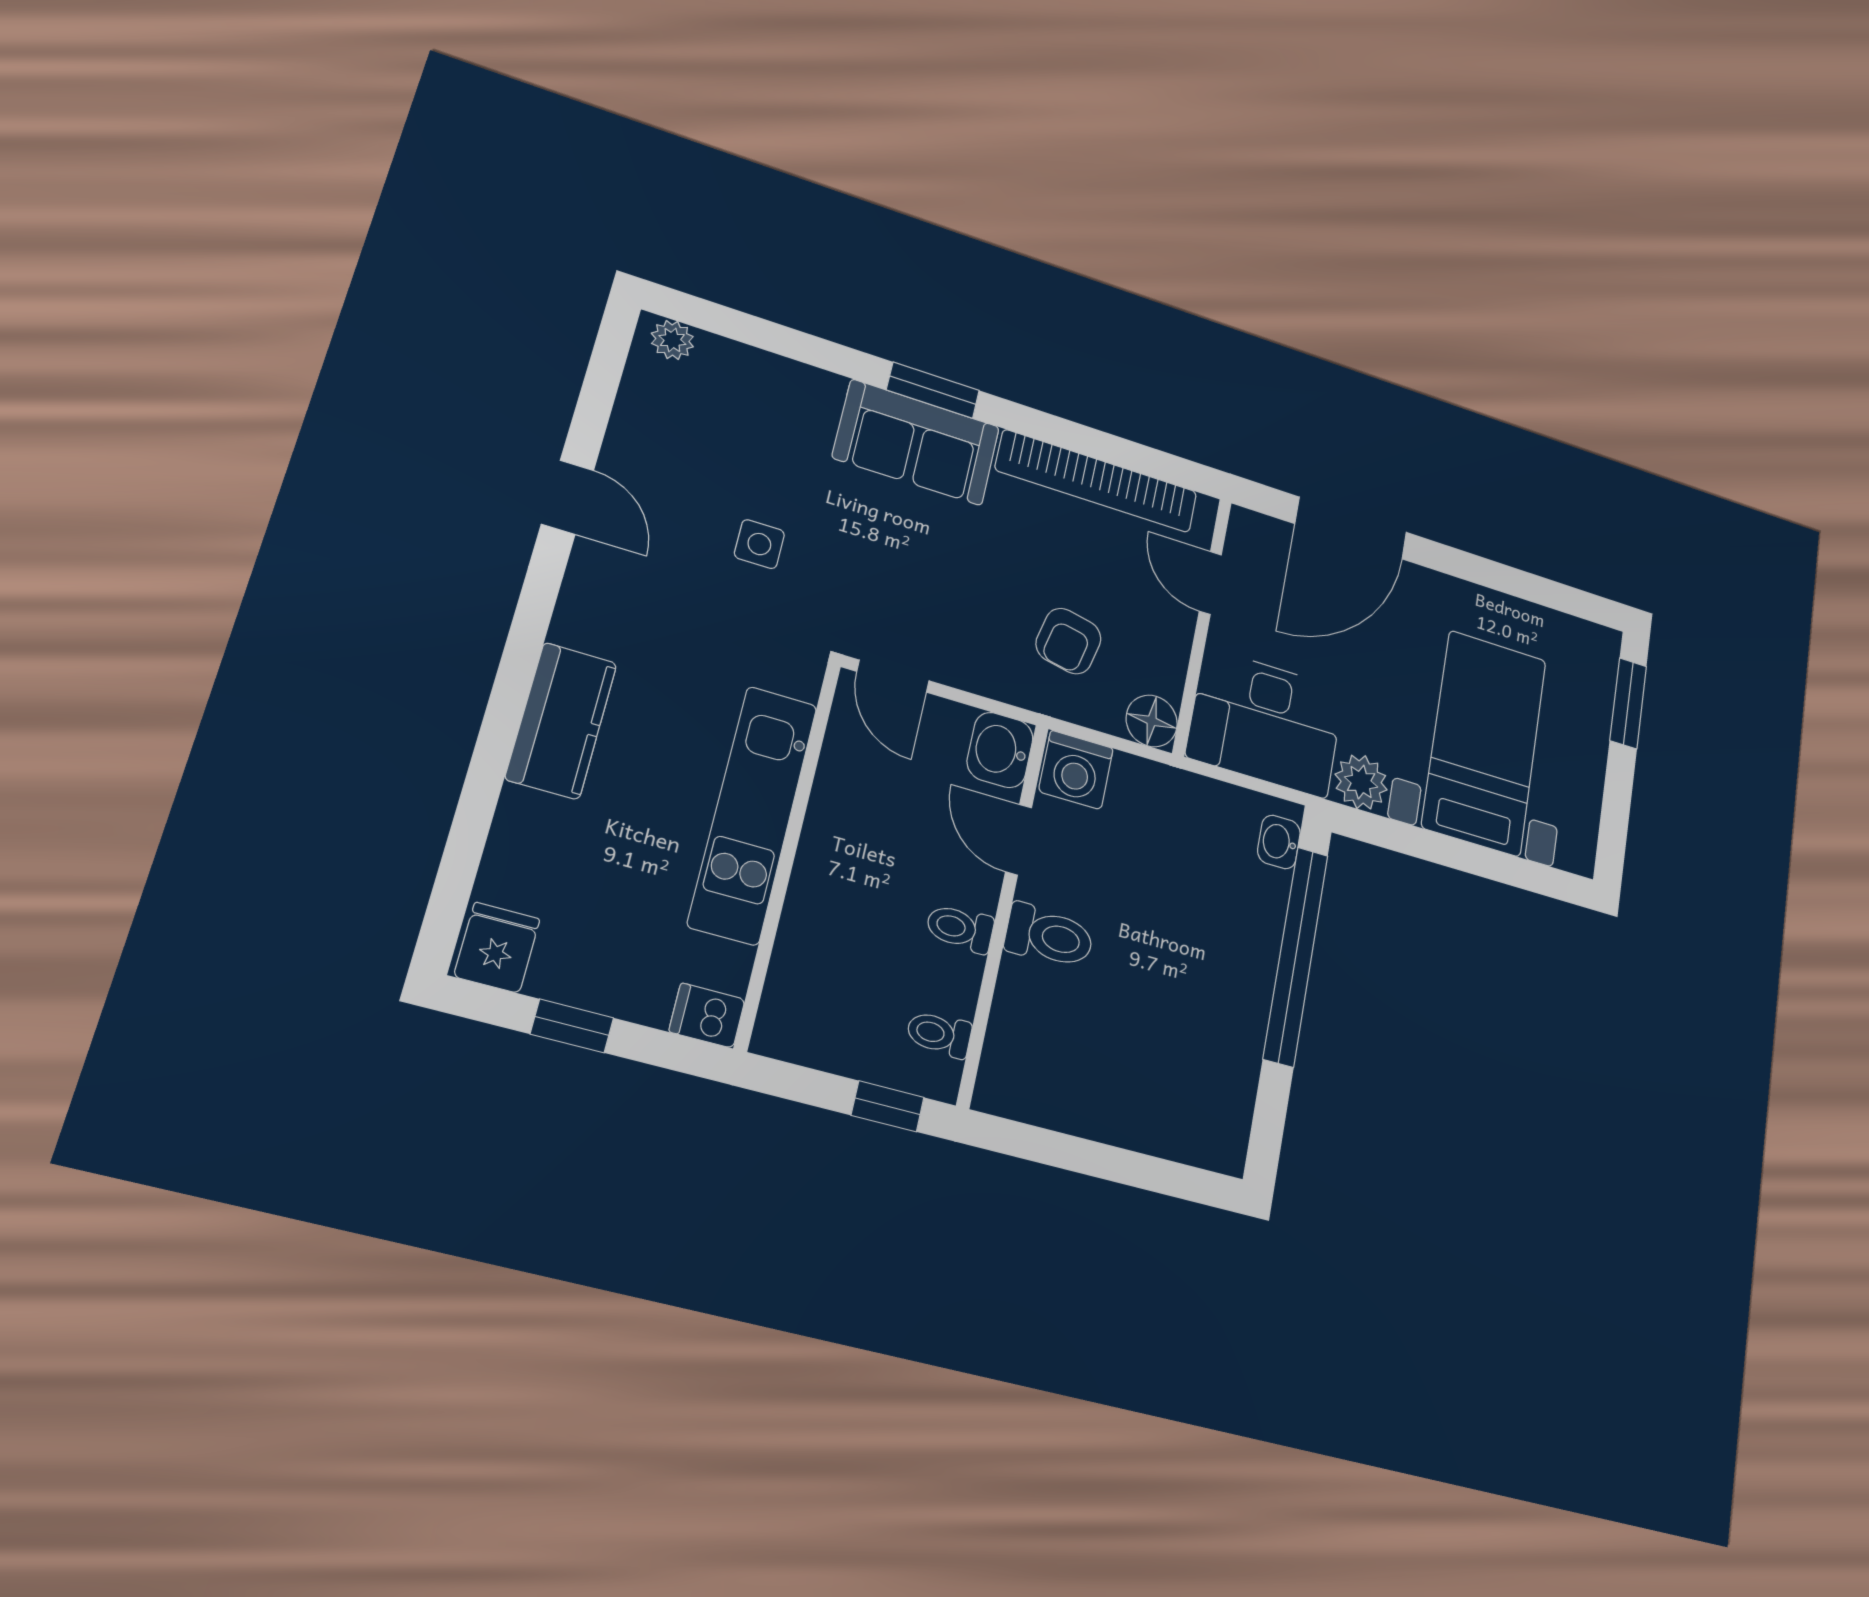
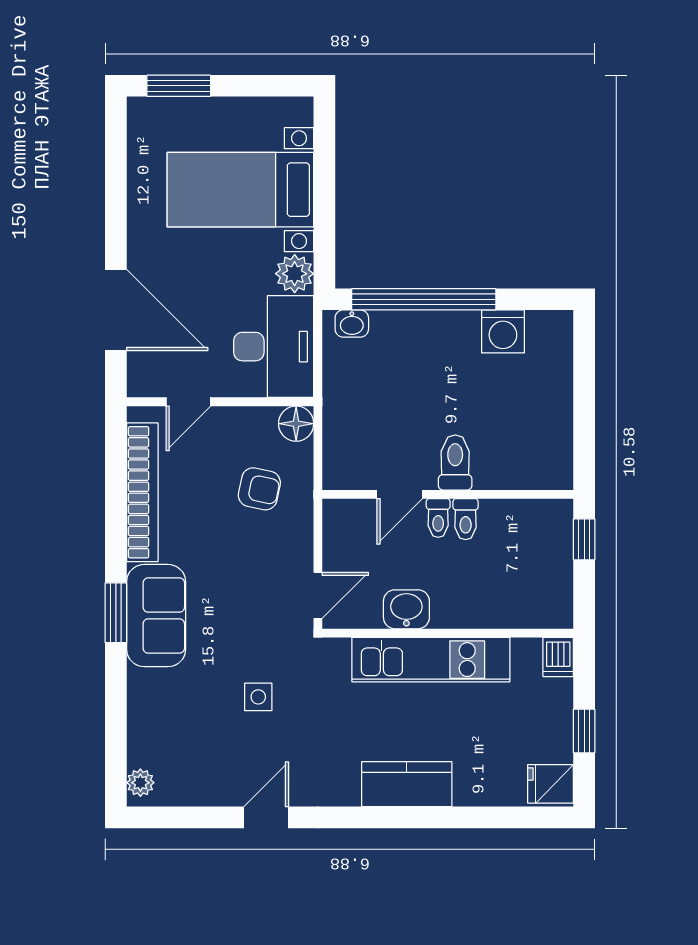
washbasin: (1000, 750) -> (406, 609), moved, turned 180
washing machine: (1076, 770) -> (503, 331), moved, turned 90
toilet: (939, 1034) -> (438, 518), moved

